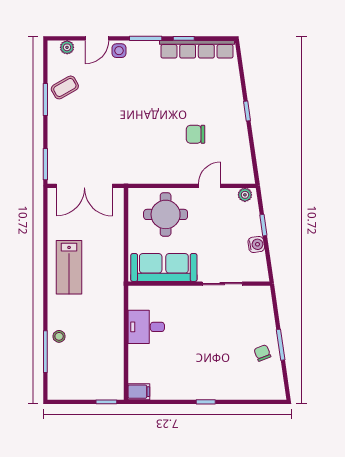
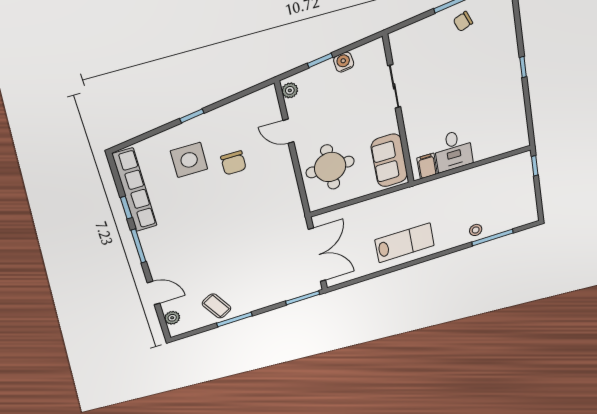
side table: (119, 51) -> (189, 160), moved, width x1.87, depth x1.87
sofa: (164, 267) -> (389, 160), width x0.73
filing cabinet: (139, 392) -> (427, 166), moved

